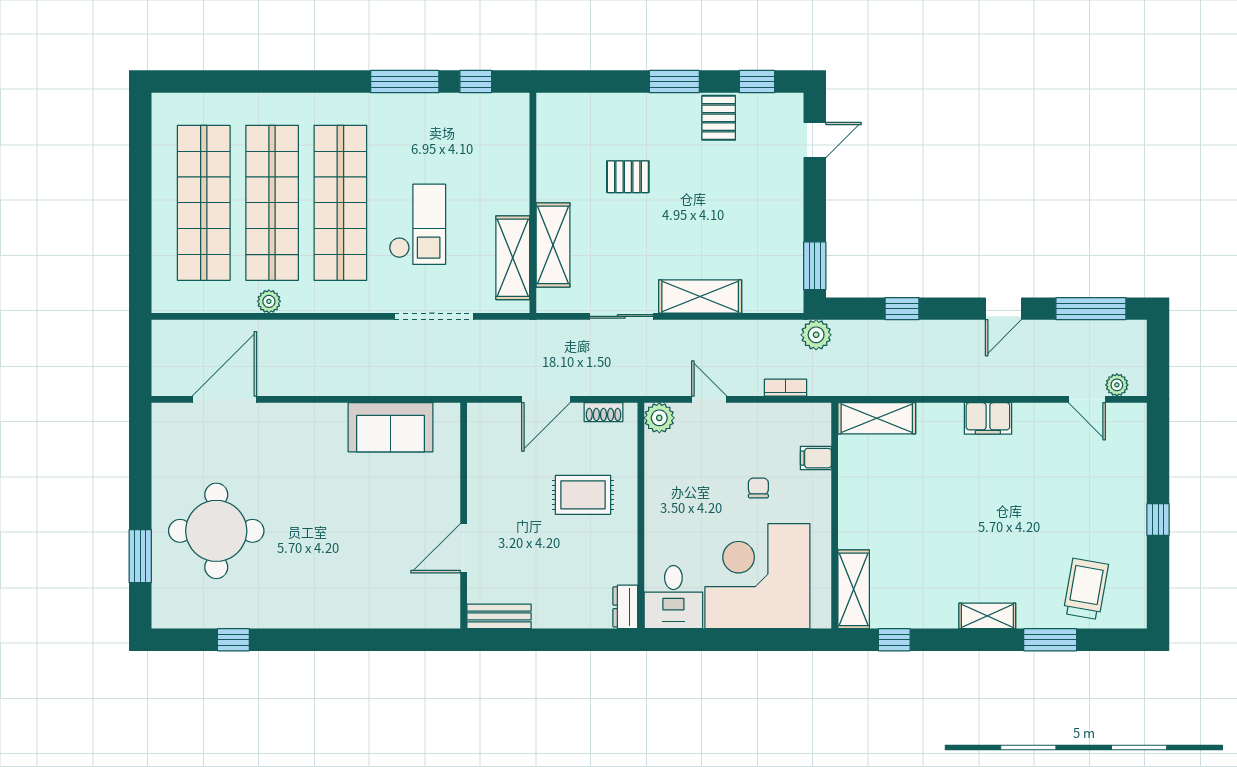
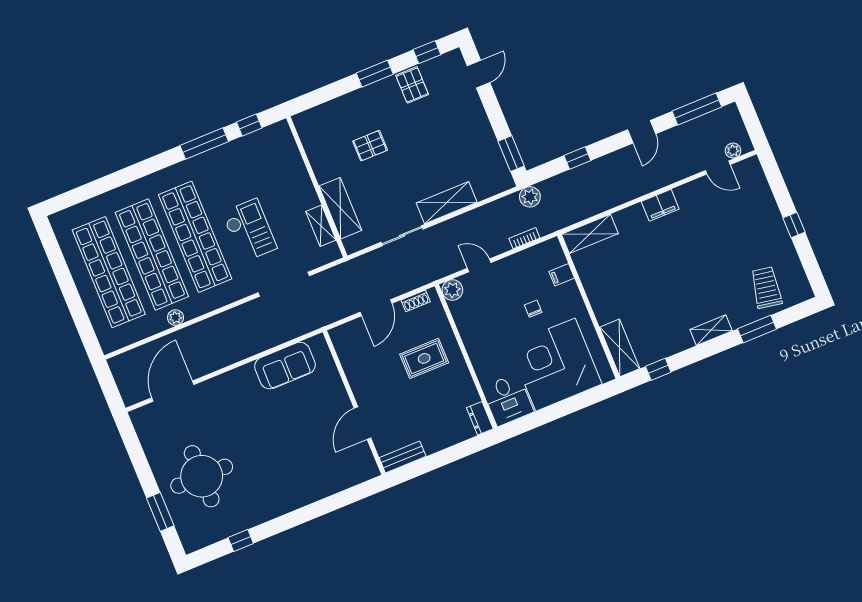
shelving: (513, 258) -> (321, 226), width x0.67, depth x0.75

